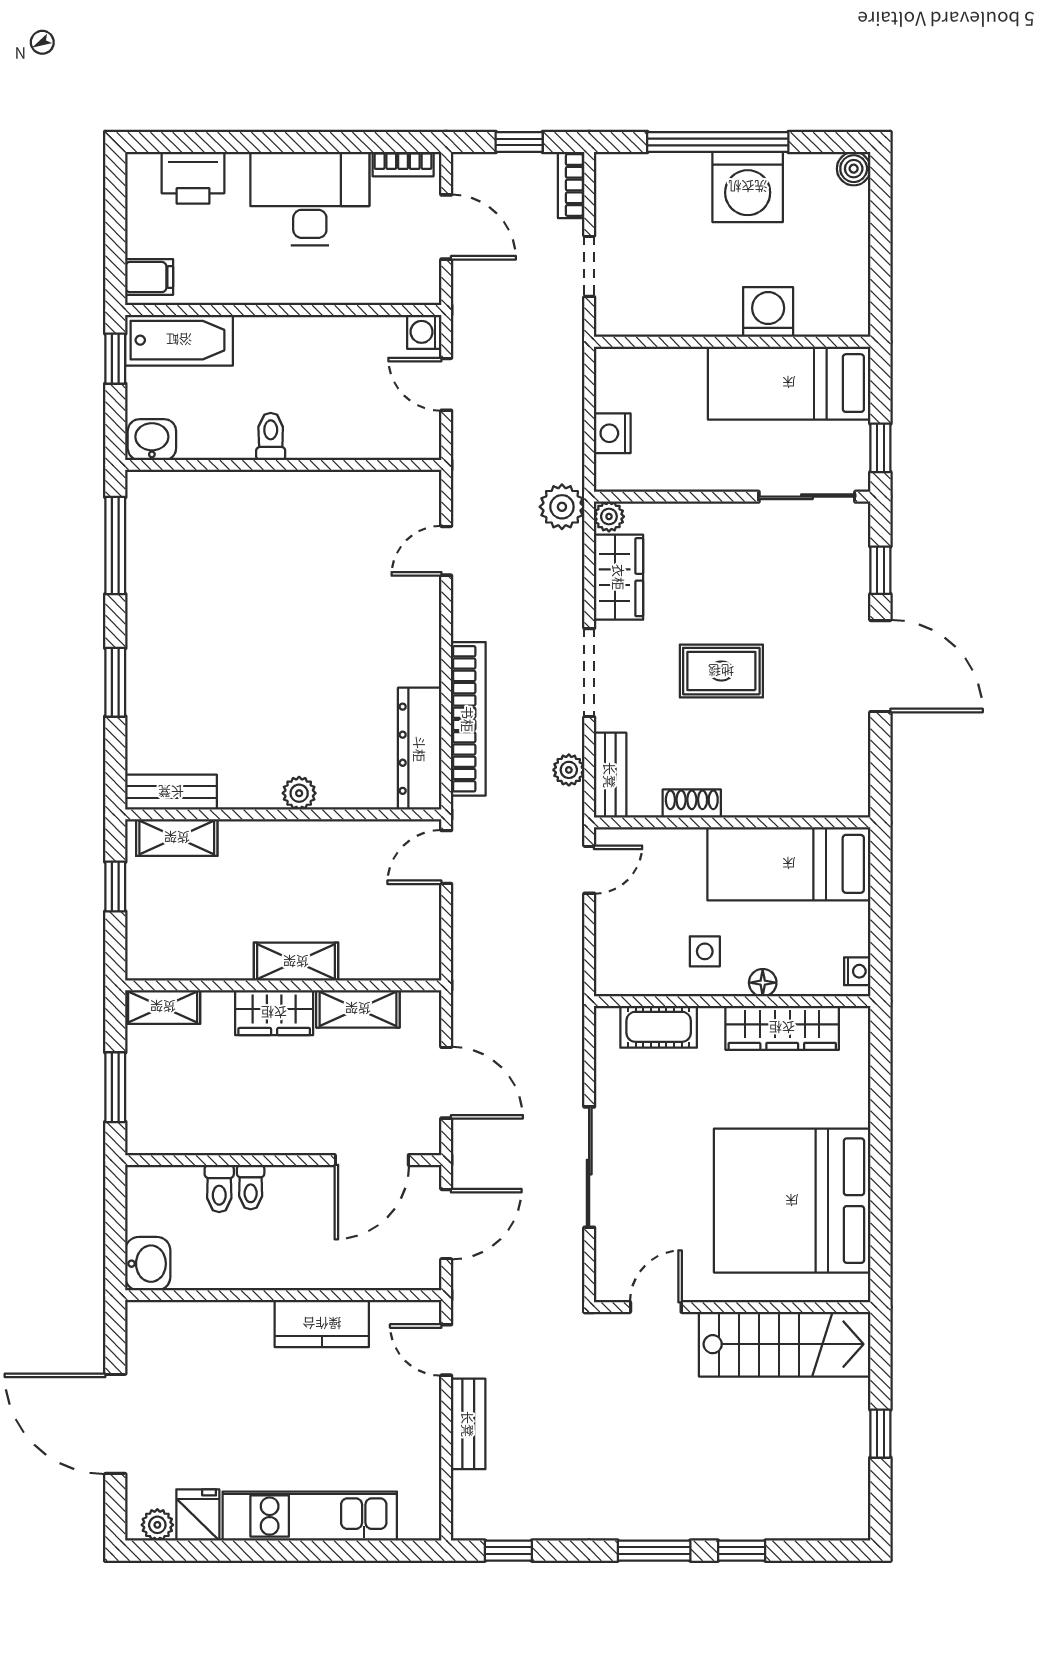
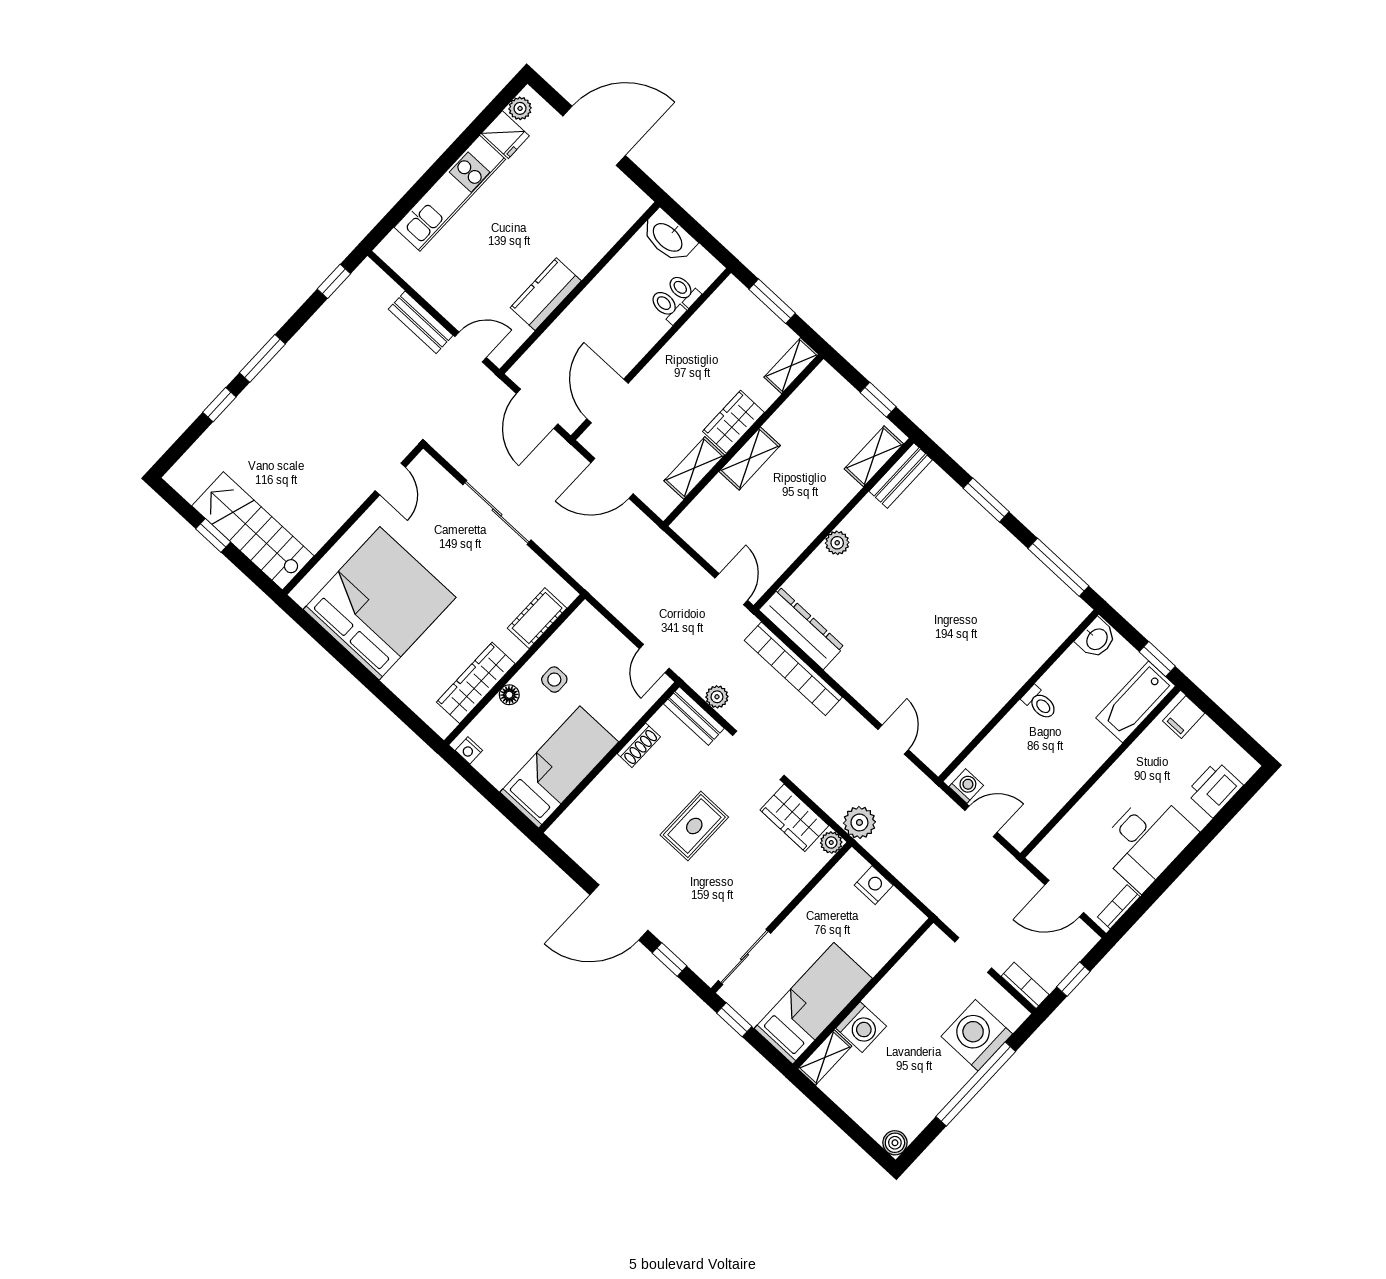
washing machine: (748, 187) -> (977, 1035), moved
shelving: (833, 320) -> (825, 1057), added
washing machine: (424, 332) -> (966, 786), moved
toilet: (251, 1187) -> (684, 290), moved
washbasin: (148, 1264) -> (668, 237), width x1.38
stairs: (785, 1344) -> (253, 531), moved, turned 90

